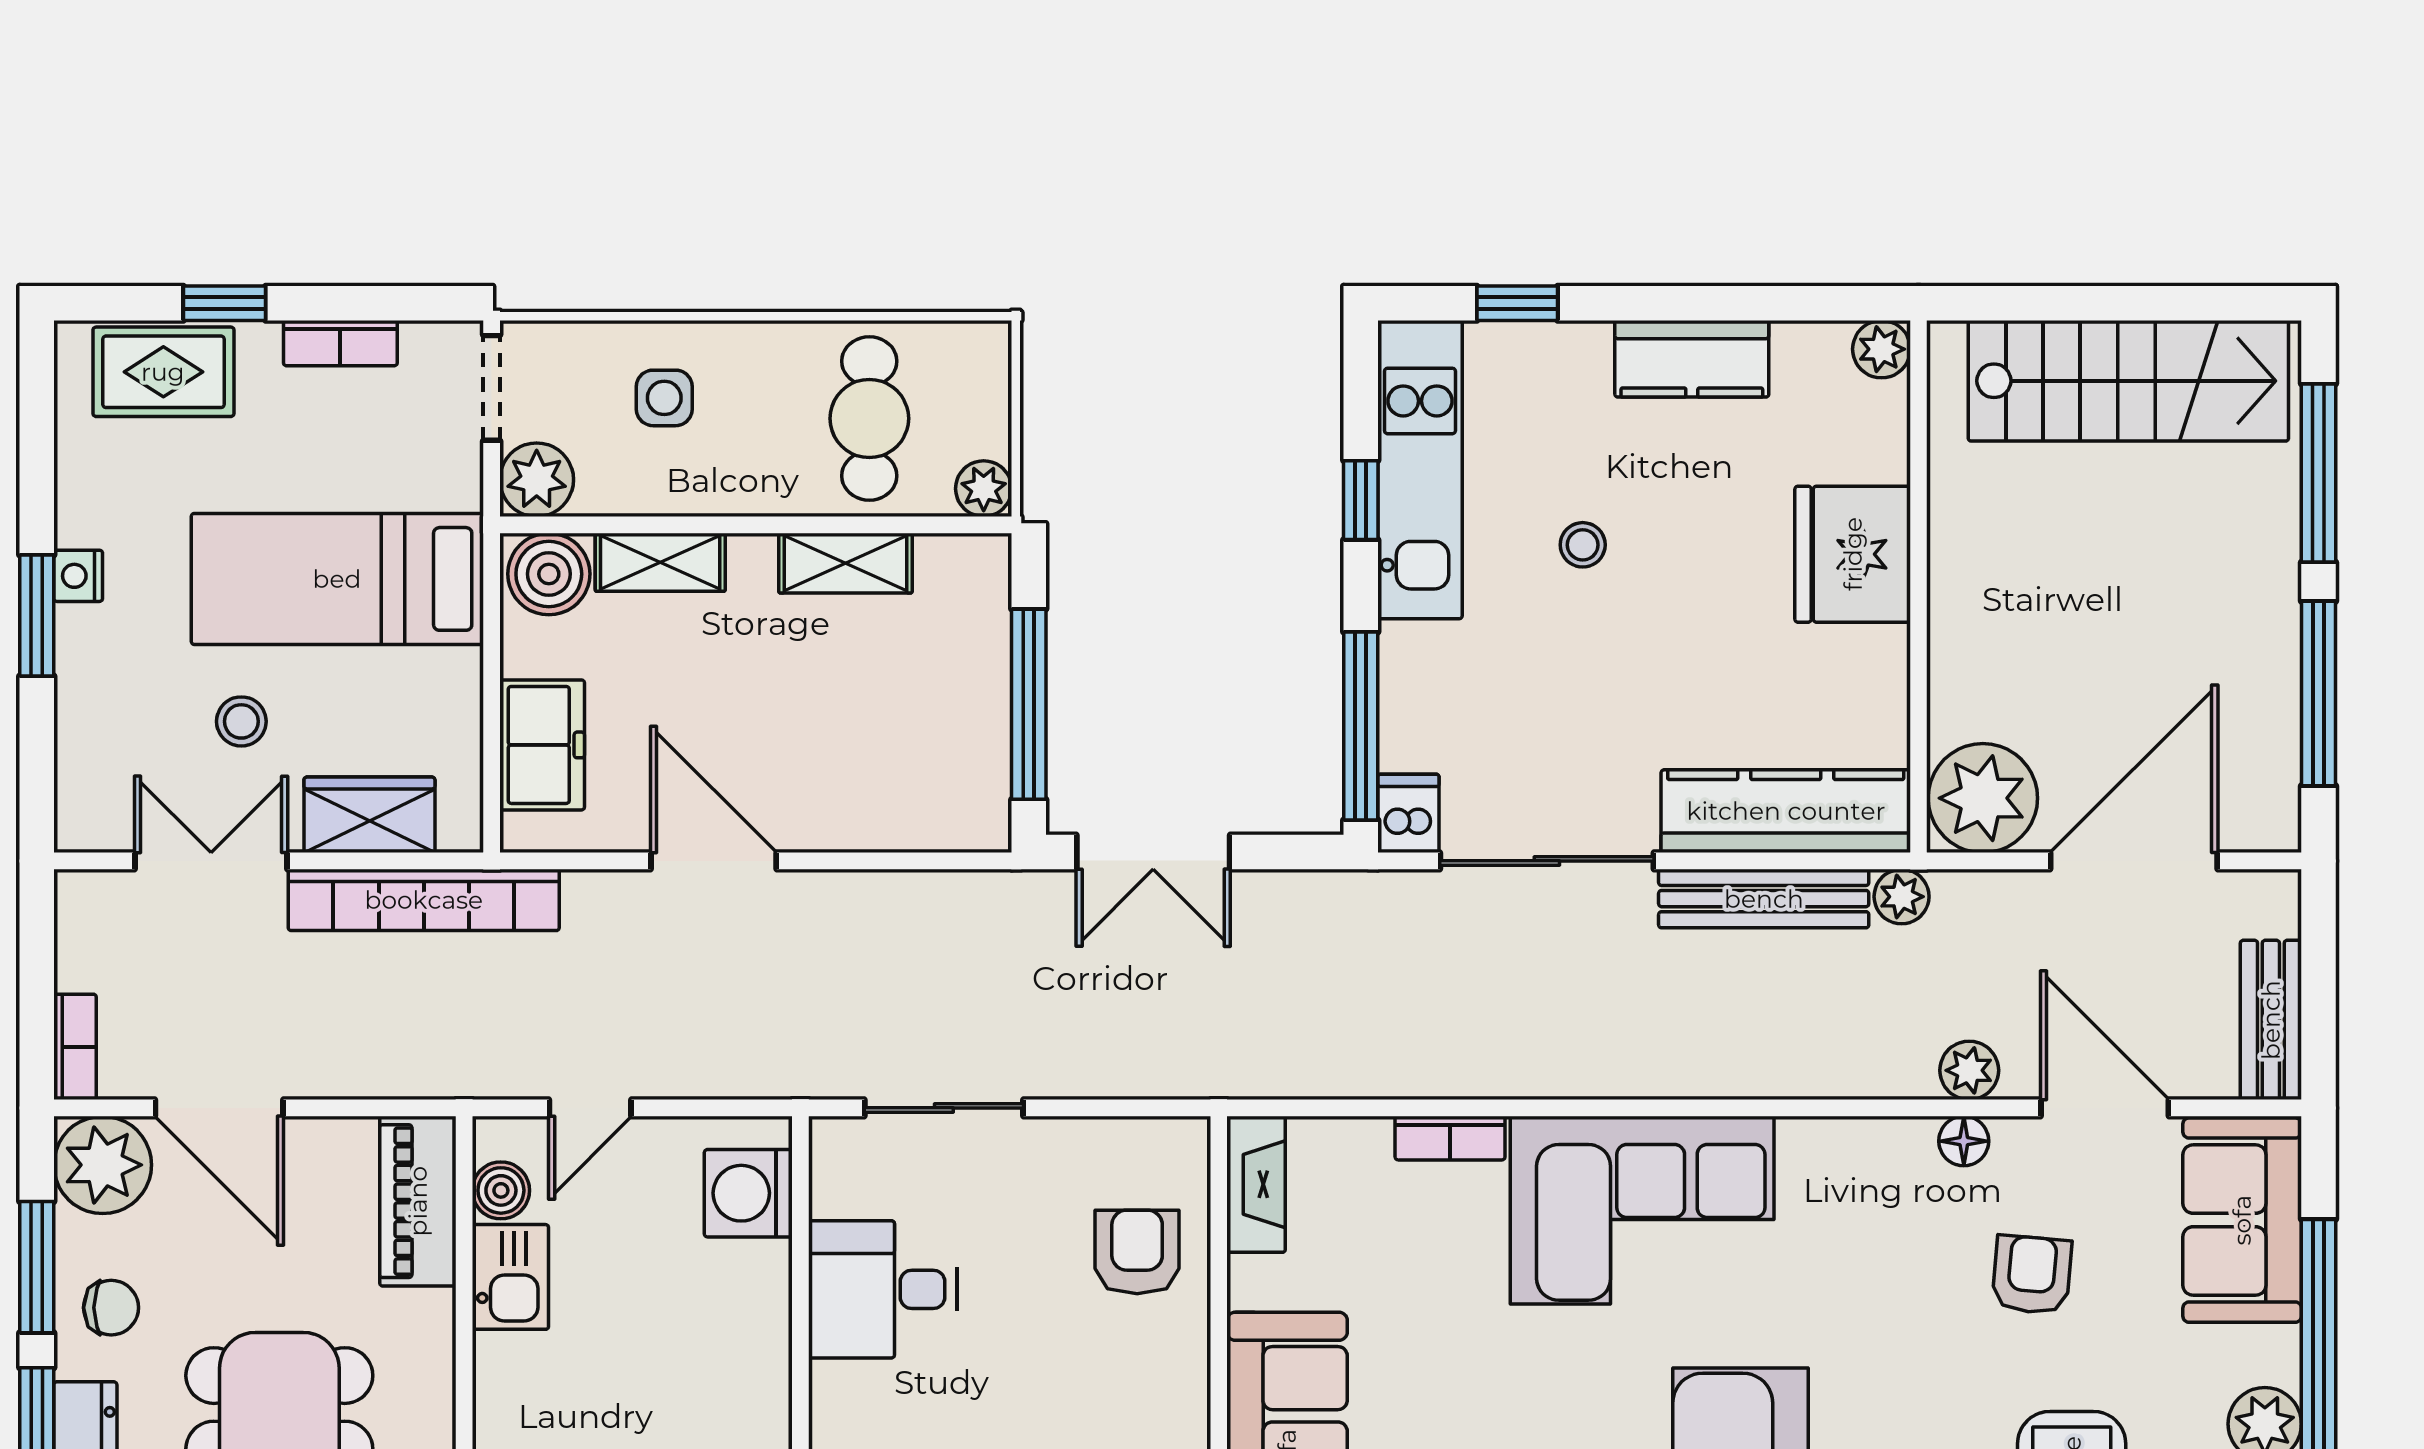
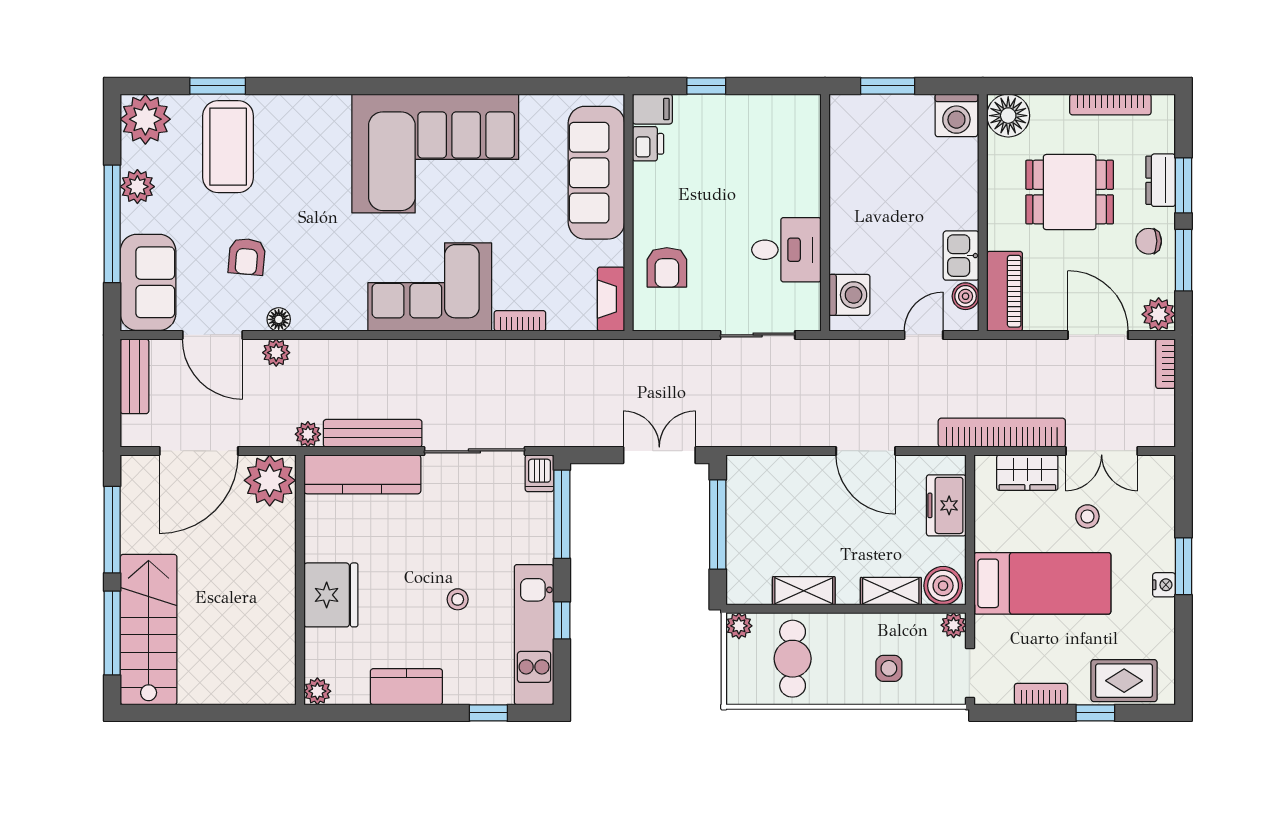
stairs: (2128, 381) -> (149, 630), moved, turned 90
plant: (537, 480) -> (954, 625), width x0.73, depth x0.73
plant: (103, 1165) -> (1159, 314), width x0.73, depth x0.73

